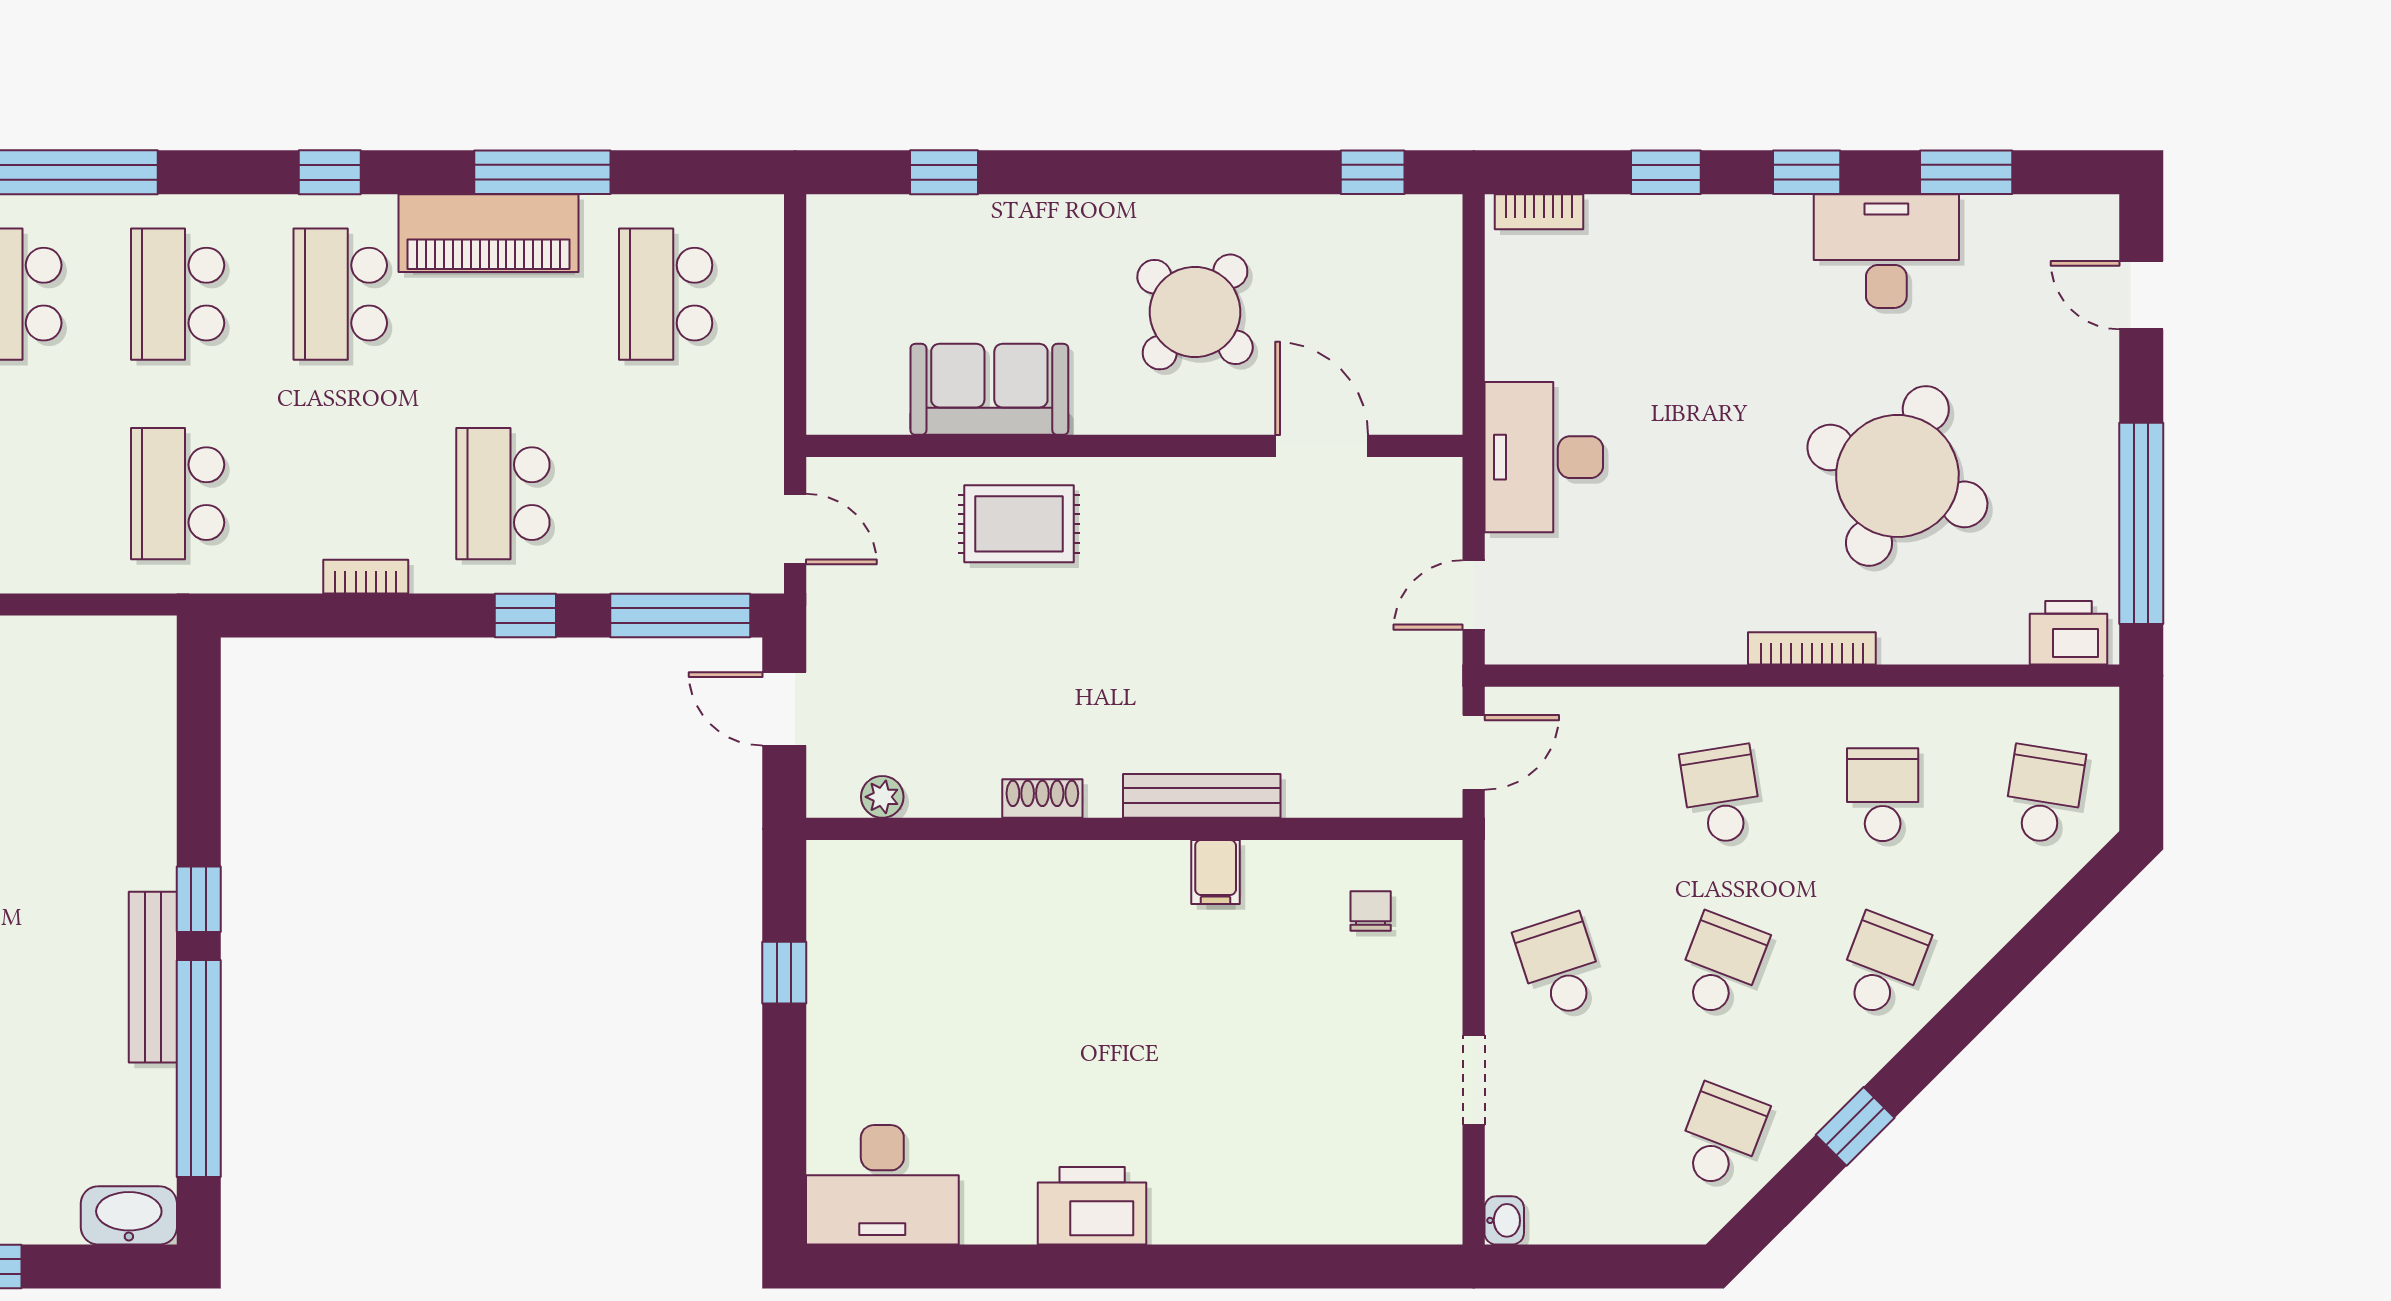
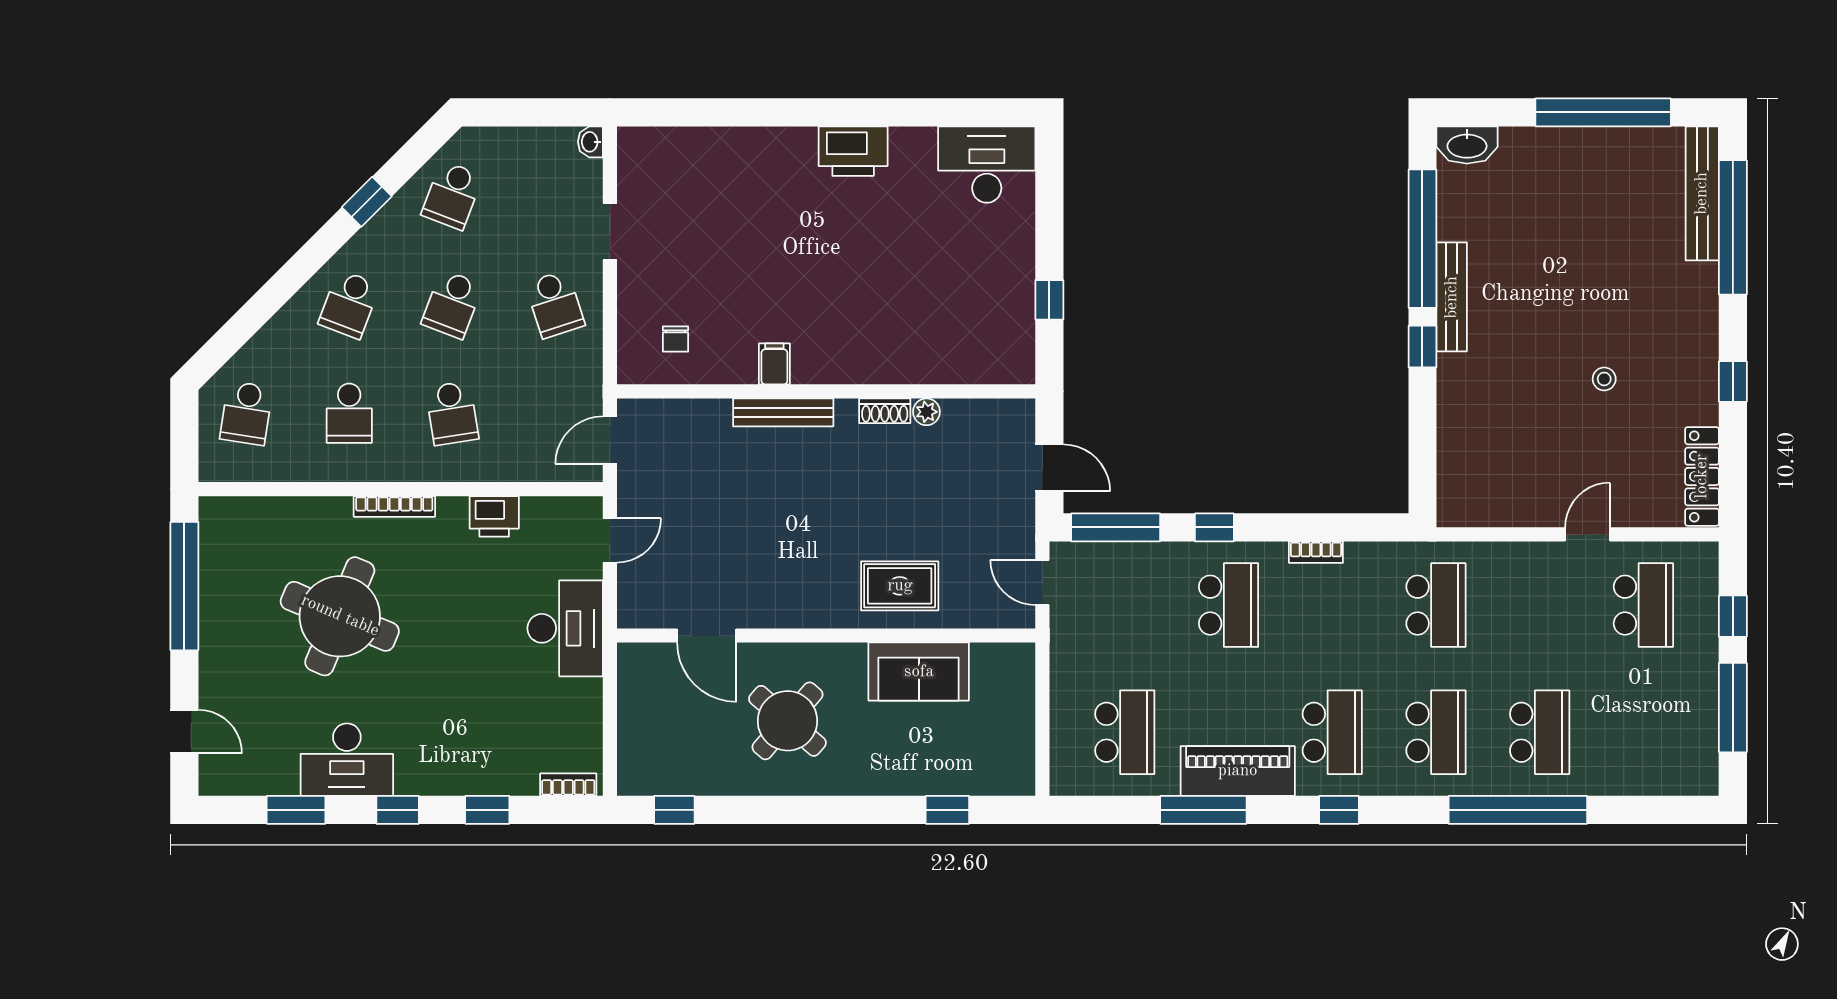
printer: (2069, 633) -> (494, 516), moved
plant: (882, 797) -> (926, 412), moved

